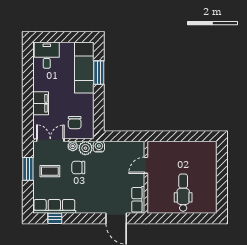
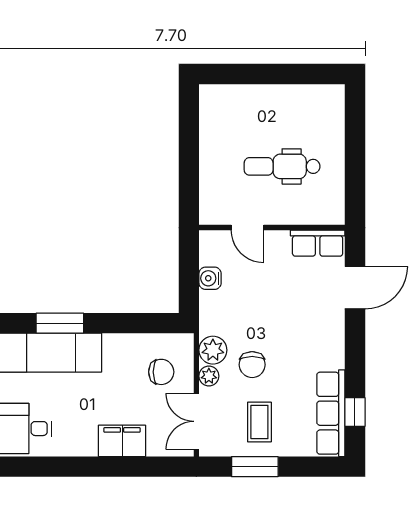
water cooler: (99, 147) -> (210, 278), moved
dental chair: (183, 193) -> (282, 166), moved

